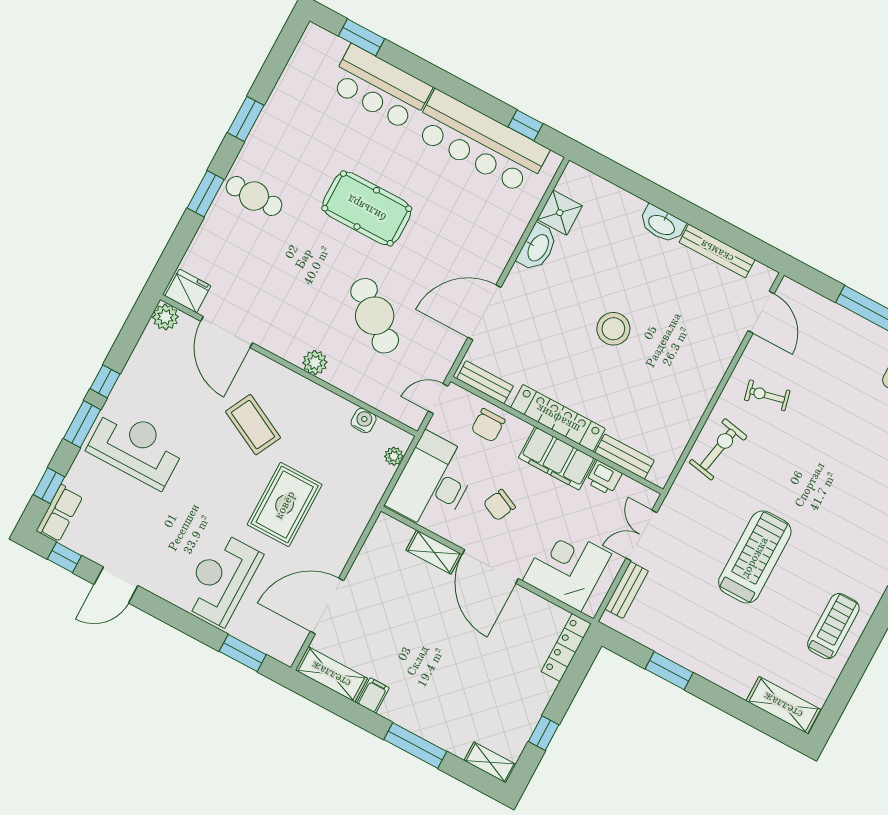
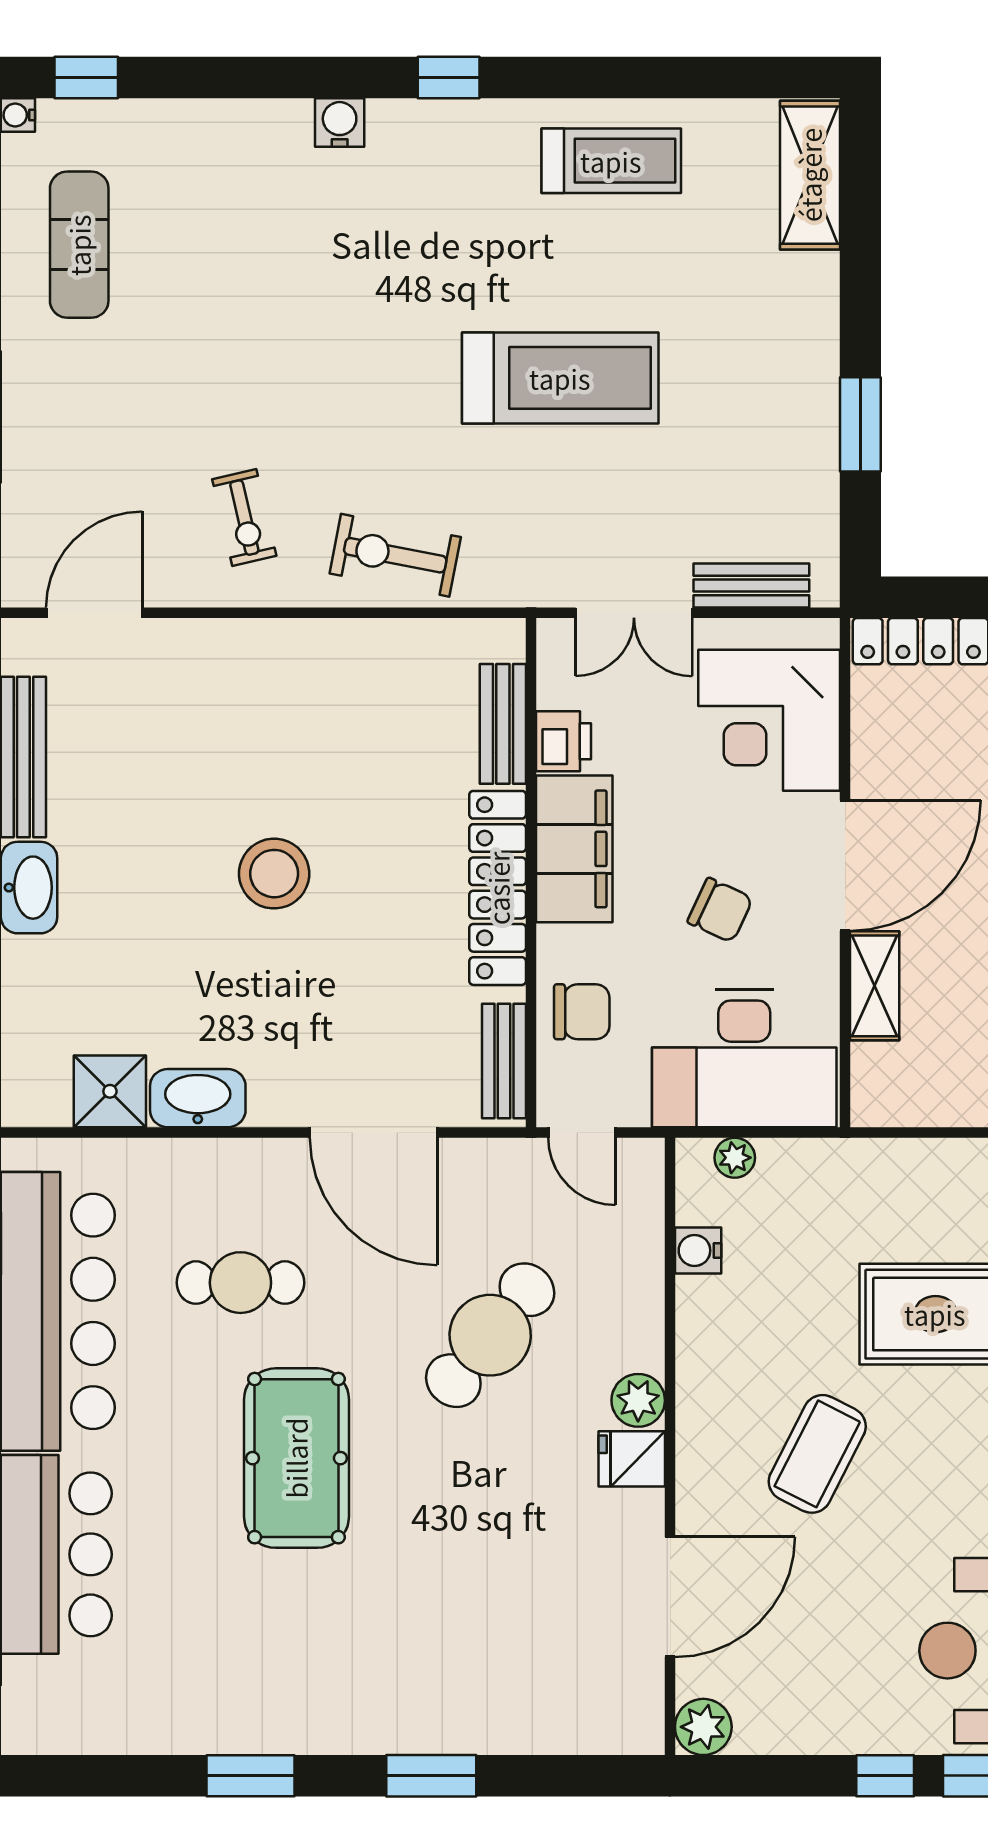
cafe table: (254, 196) -> (240, 1283), moved, turned 90
fridge: (188, 291) -> (632, 1459), moved, width x0.72
treadmill: (755, 557) -> (560, 378), turned 180
treadmill: (833, 626) -> (611, 161), turned 180

